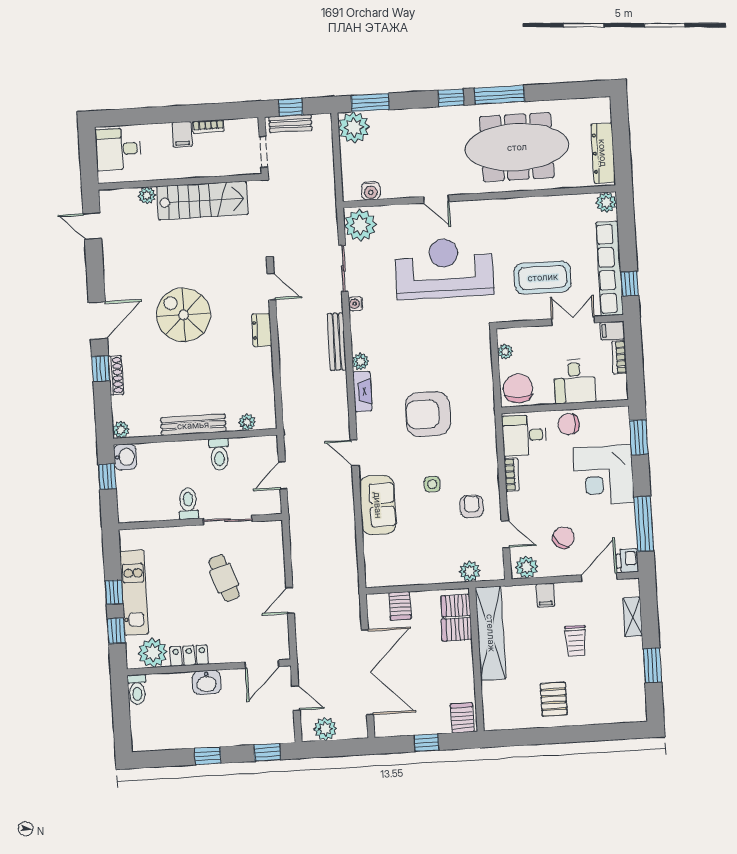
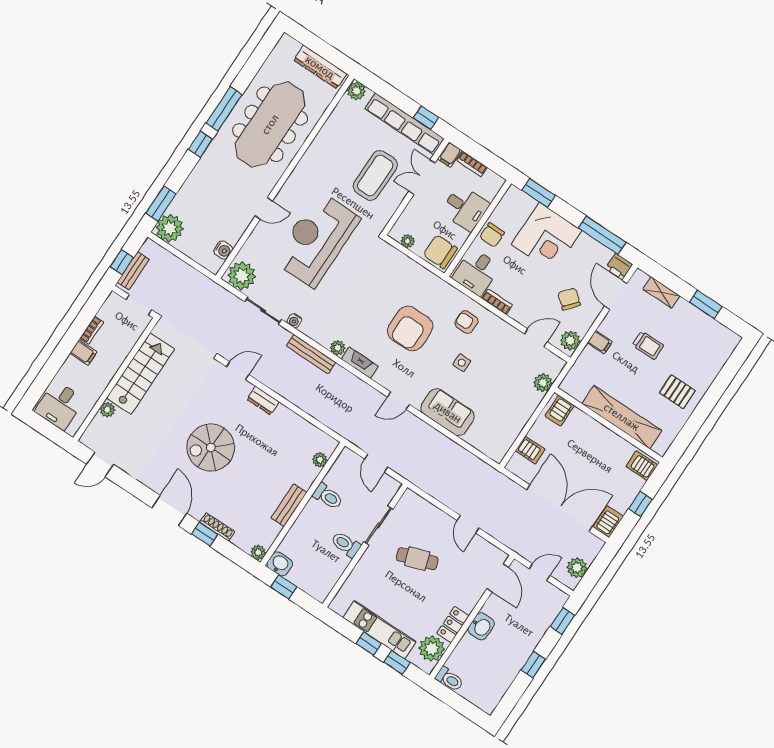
bench: (193, 425) -> (289, 505), width x0.73
armchair: (472, 506) -> (466, 322), moved
server rack: (457, 629) -> (608, 522), moved, turned 180
shelving: (491, 633) -> (622, 417), moved

